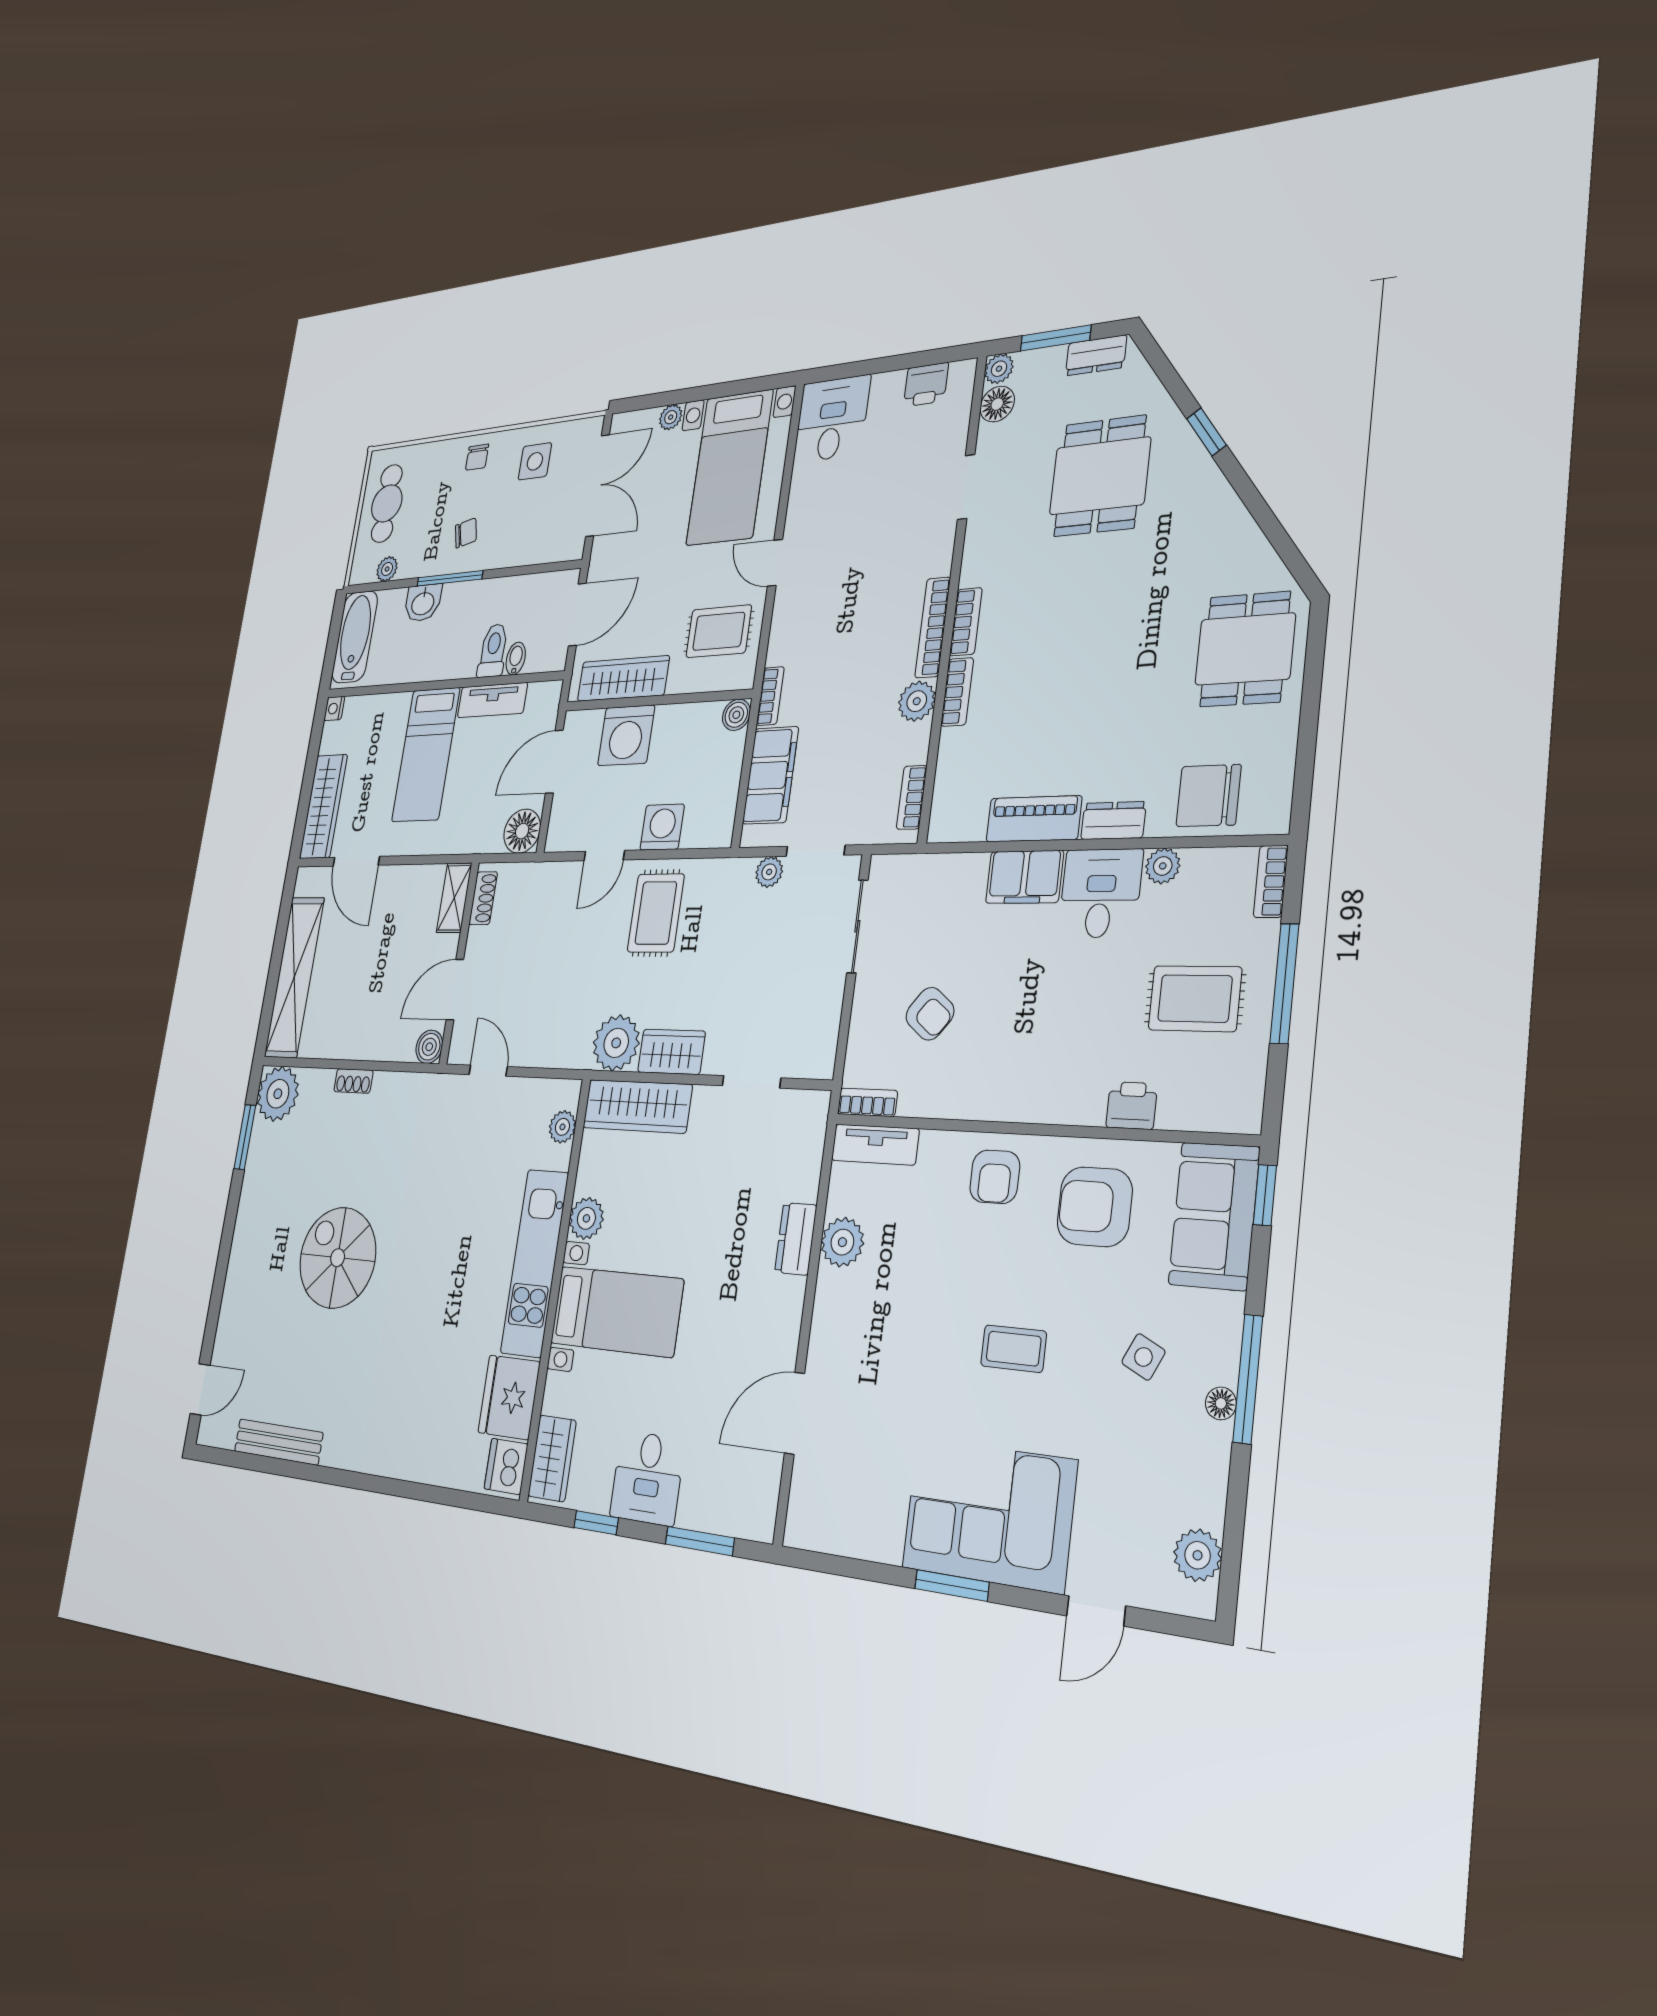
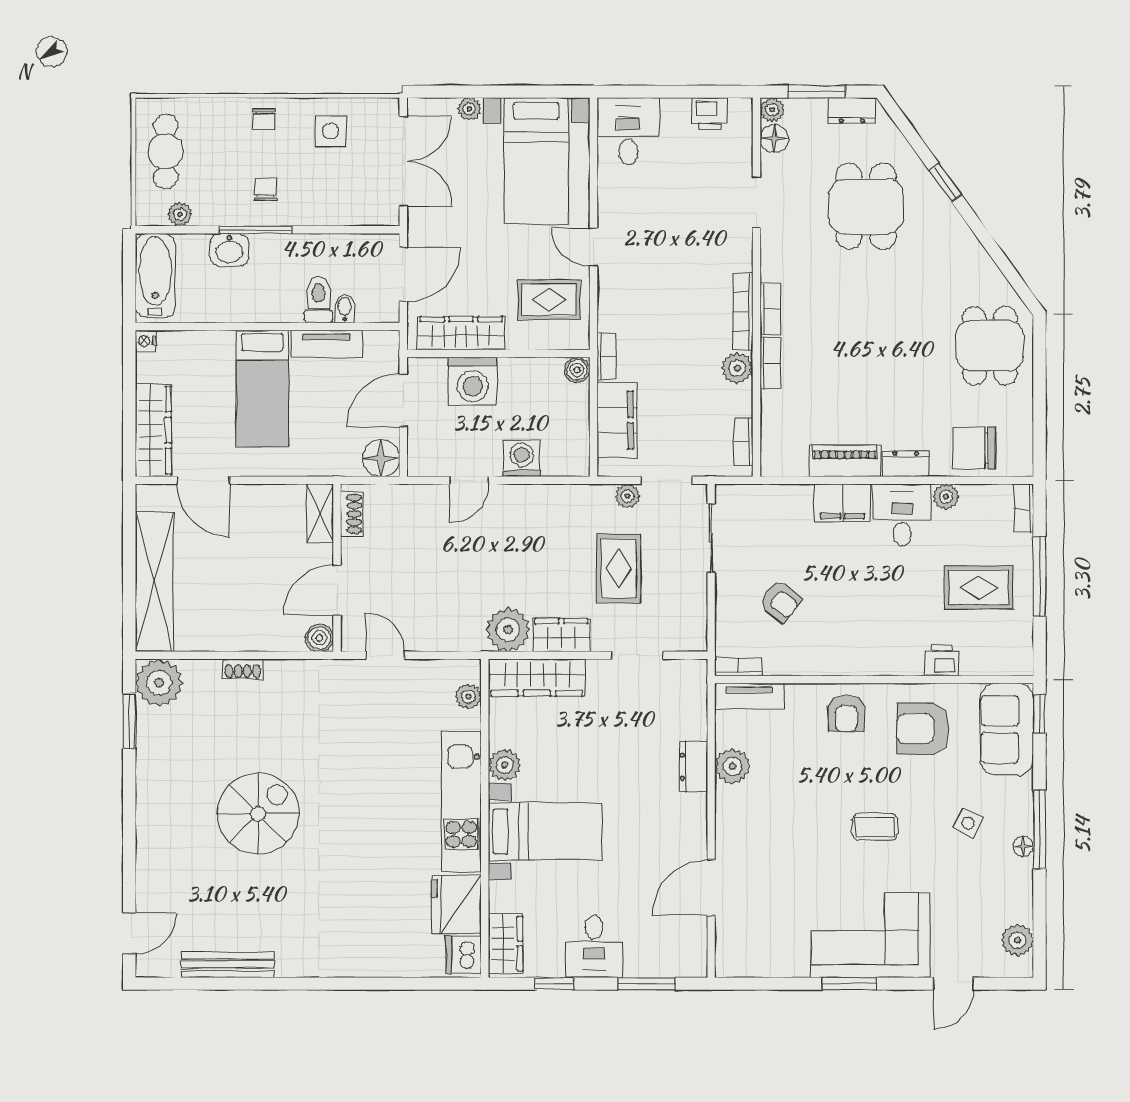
chair: (466, 533) -> (266, 189), turned -77
rug: (656, 913) -> (619, 568), moved
spiral stairs: (338, 1258) -> (258, 814), turned 90

